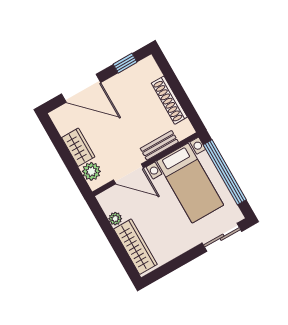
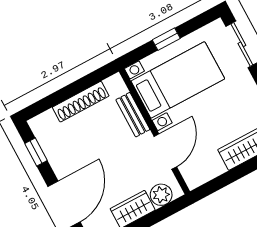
window: (225, 172) -> (166, 39), width x0.32
plant: (115, 219) -> (217, 168), removed

